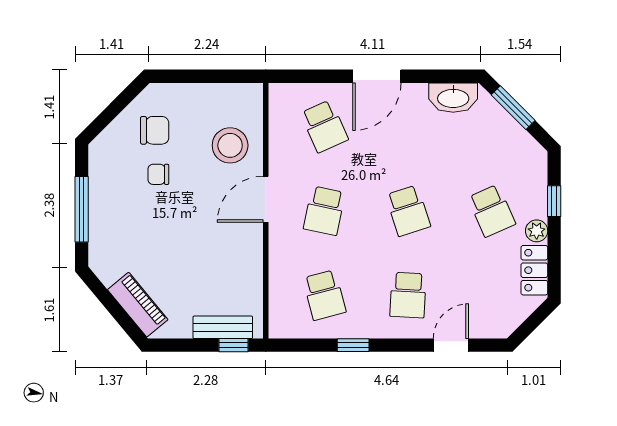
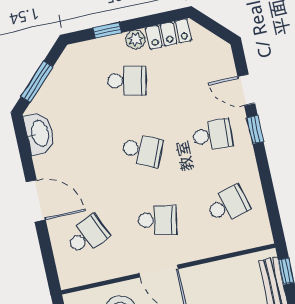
school desk: (408, 211) -> (142, 150), turned 42
school desk: (492, 211) -> (127, 81), turned 36
window: (353, 345) -> (255, 130), moved

